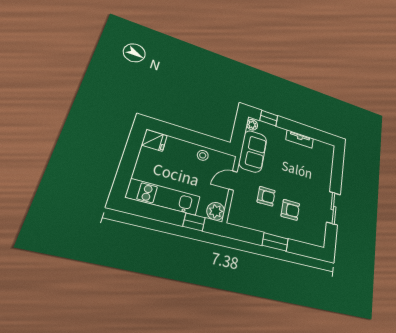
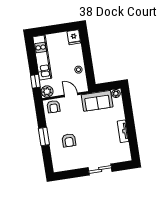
window: (269, 118) -> (127, 103), removed
armchair: (266, 196) -> (54, 107), moved
sliding door: (333, 208) -> (100, 169), moved

